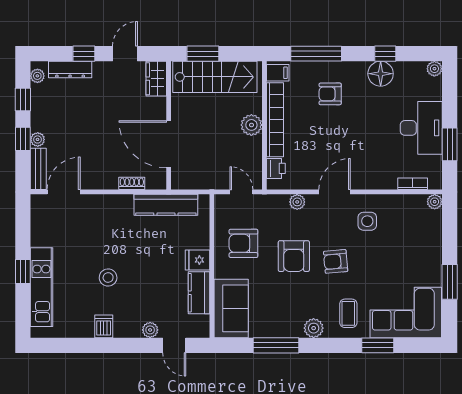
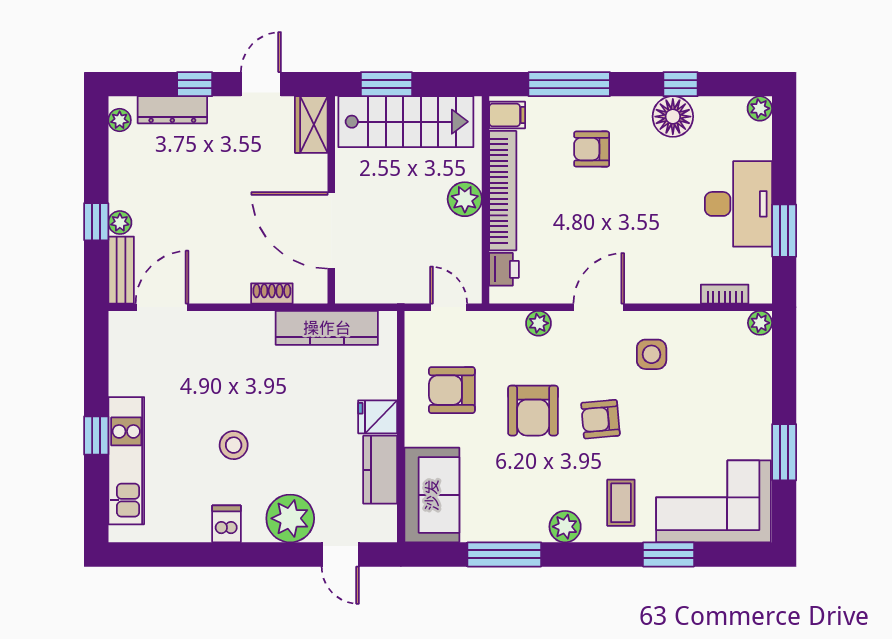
window: (23, 99) -> (96, 158), removed
plant: (150, 330) -> (290, 518), width x1.88, depth x1.88

